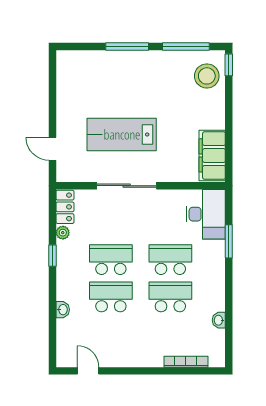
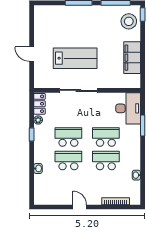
lab bench: (122, 134) -> (75, 58), turned 180
door: (52, 149) -> (32, 54), moved
filing cabinet: (212, 155) -> (132, 58), moved
door: (88, 371) -> (80, 207), moved

